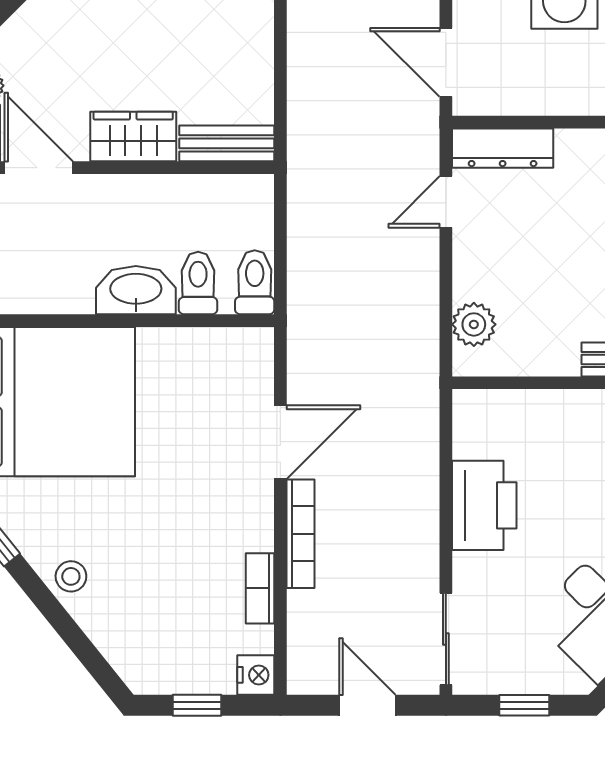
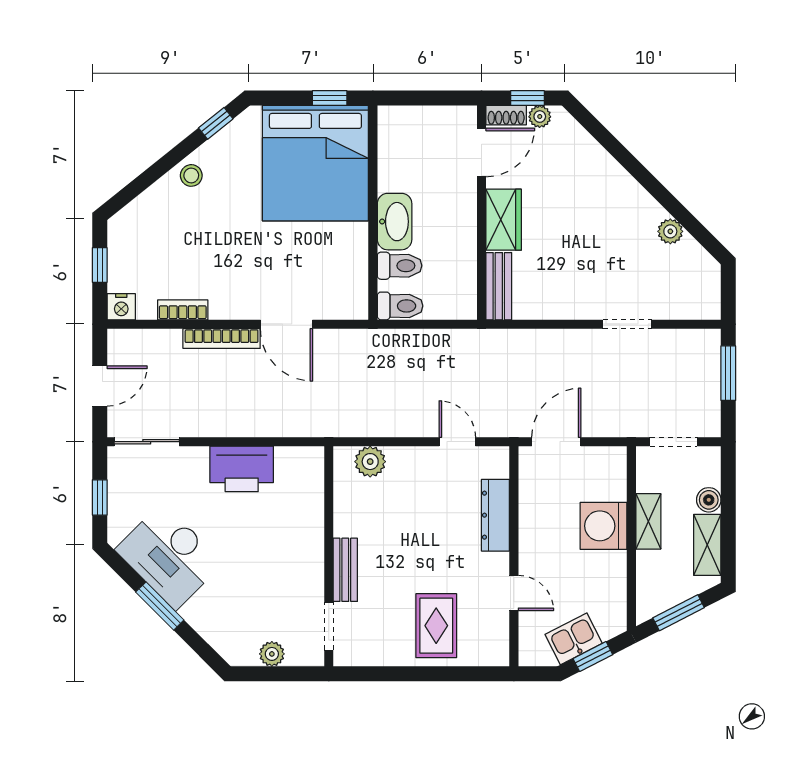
dresser: (503, 148) -> (495, 515), moved

